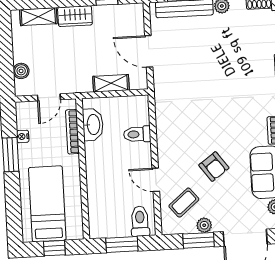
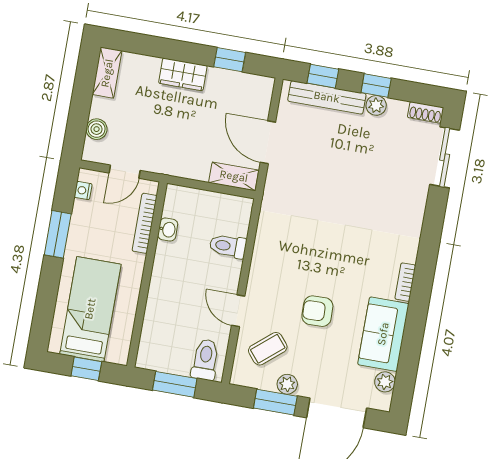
shelving: (38, 17) -> (107, 73), moved, turned 90
shelving: (111, 83) -> (234, 176), moved
washbasin: (93, 125) -> (168, 230), width x0.52, depth x0.69
nightstand: (23, 136) -> (83, 190), moved
armchair: (214, 167) -> (317, 311), turned 125

